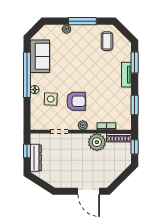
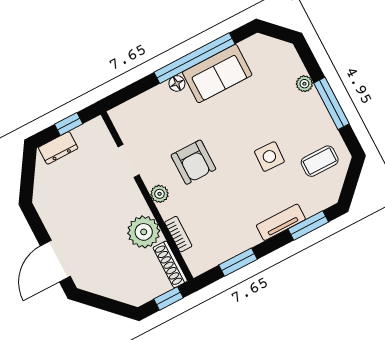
sofa: (40, 56) -> (217, 74), moved
side table: (51, 99) -> (269, 157), moved
dresser: (36, 158) -> (58, 148), width x0.70

